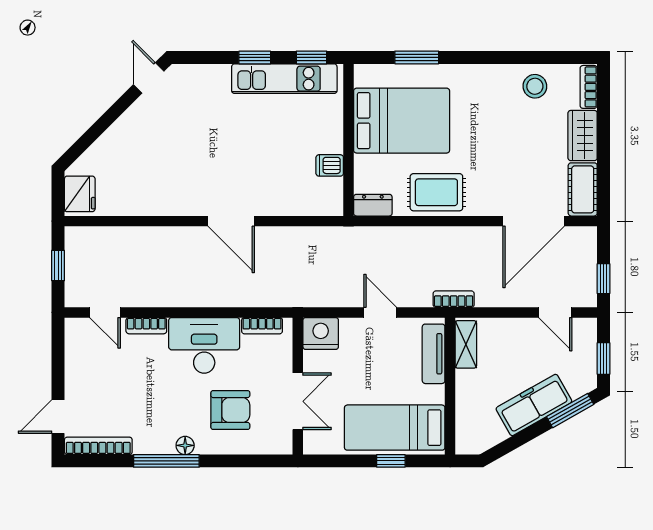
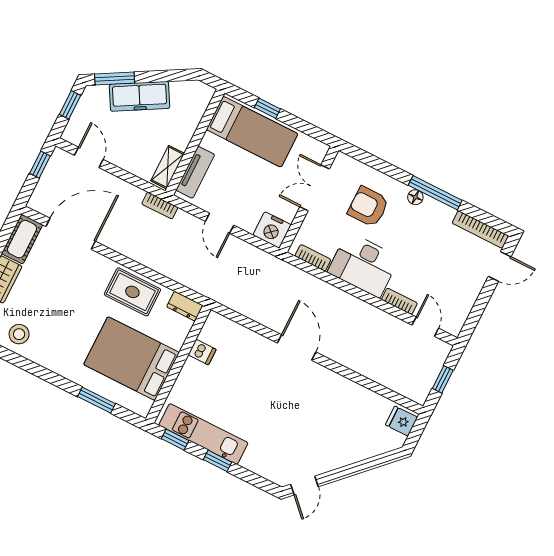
fridge: (80, 194) -> (401, 421), width x0.72

